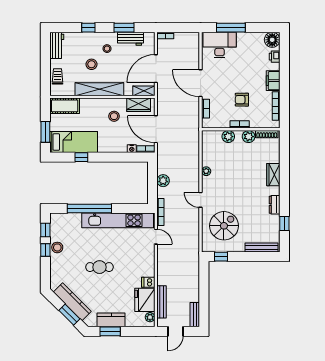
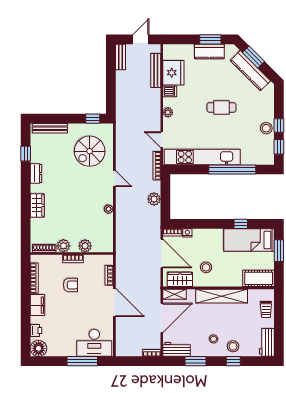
workbench: (130, 39) -> (177, 349), moved
stool: (92, 64) -> (233, 346), moved
plant: (150, 317) -> (168, 112), moved

